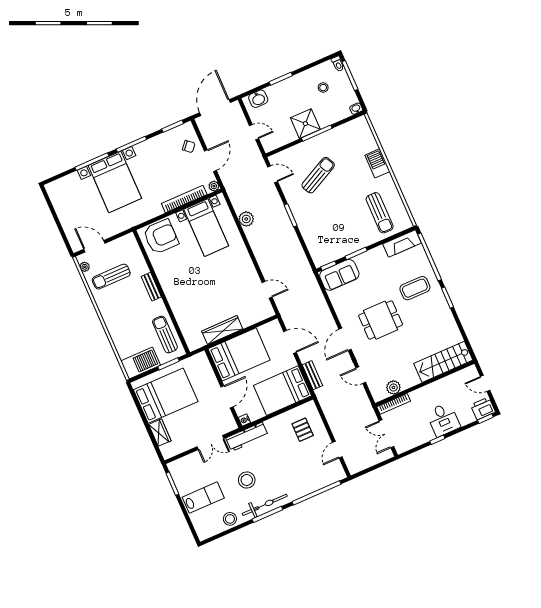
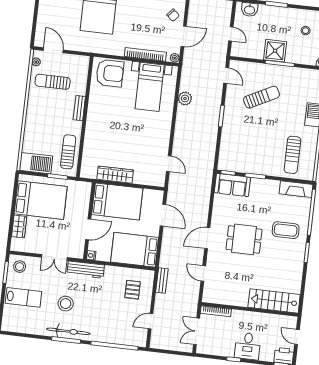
bench: (312, 375) -> (162, 281), moved
plant: (393, 387) -> (223, 298), removed
stool: (230, 519) -> (20, 267), moved

